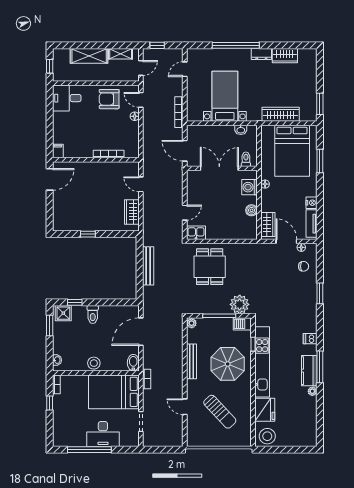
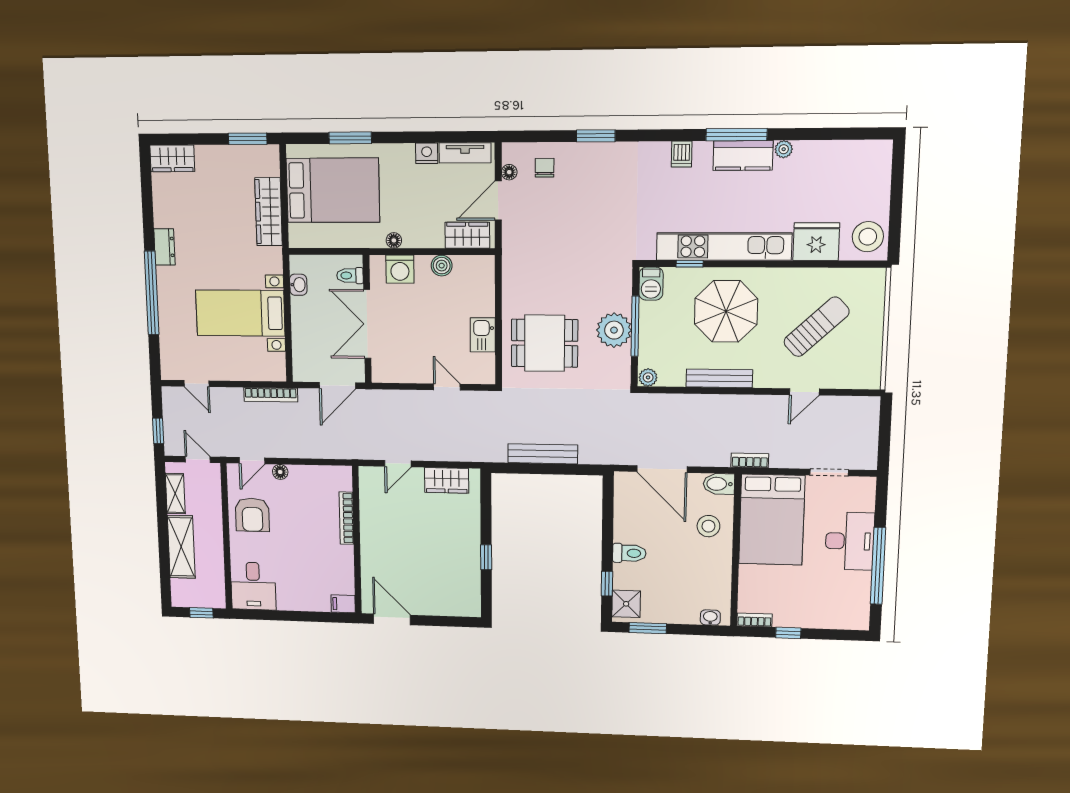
wardrobe: (285, 56) -> (172, 158), moved, turned 90
kitchen sink: (196, 233) -> (483, 335), moved
plant: (240, 304) -> (614, 330), moved
stool: (94, 363) -> (708, 526), moved

